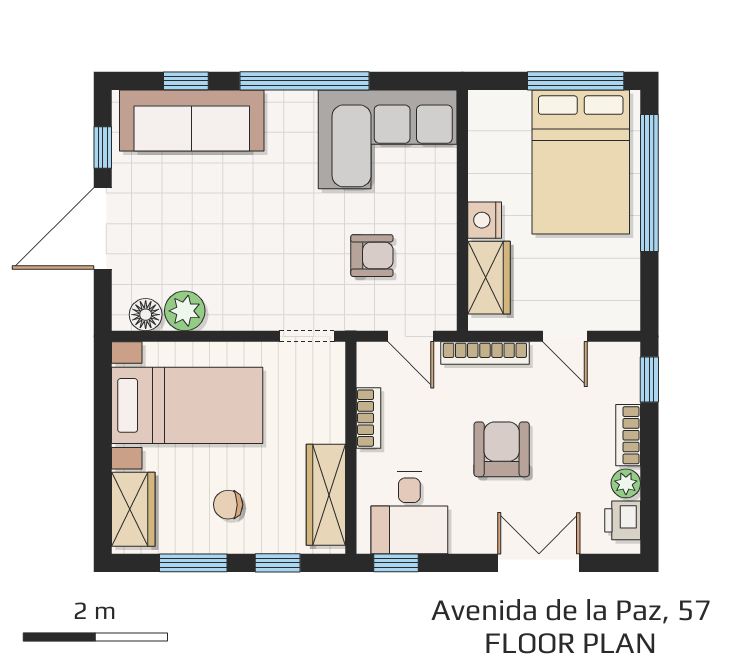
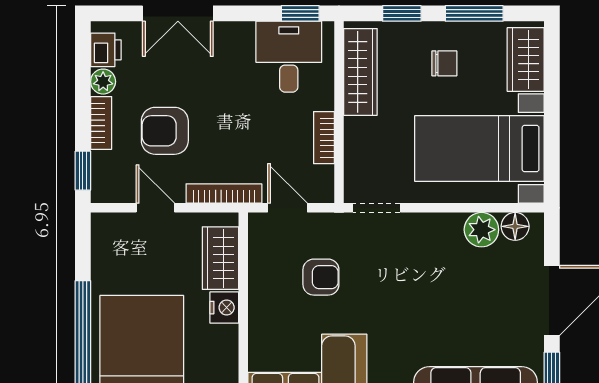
armchair: (372, 256) -> (321, 277), turned 180
armchair: (502, 449) -> (165, 131), moved, turned 90

